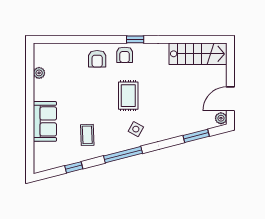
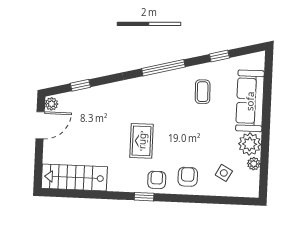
plant: (43, 90) -> (250, 144), added
rug: (128, 96) -> (142, 141), moved
sofa: (45, 121) -> (250, 101), width x1.36
side table: (136, 129) -> (224, 173), moved
window: (196, 136) -> (80, 85), width x0.67

